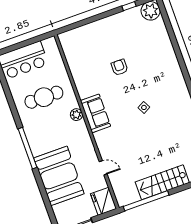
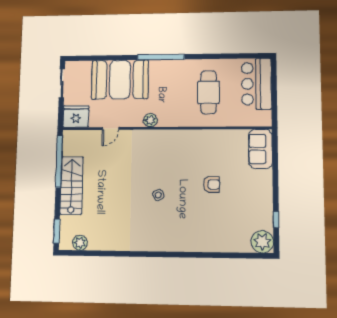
sofa: (96, 113) -> (260, 149), moved, turned 90
plant: (76, 115) -> (150, 120), moved

